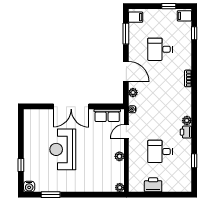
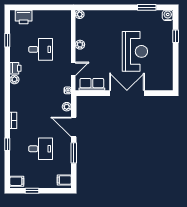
window: (194, 33) -> (7, 144), moved
window: (126, 34) -> (74, 153), moved
printer: (153, 185) -> (24, 17), moved

